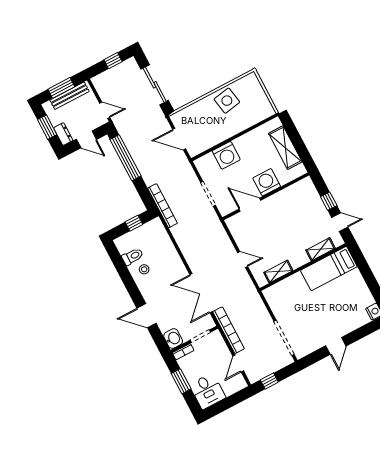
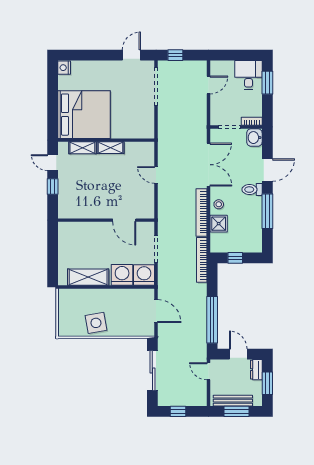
shelving: (285, 148) -> (88, 277), moved, turned 90
washing machine: (267, 182) -> (144, 275), moved, turned 180
shower: (165, 246) -> (219, 224), added
toilet: (133, 256) -> (252, 190), moved
stool: (144, 269) -> (219, 204), moved
bed: (329, 269) -> (84, 115), width x2.04
shelving: (278, 272) -> (110, 148), moved
window: (127, 279) -> (267, 211), added
door: (147, 316) -> (267, 170), hinge flipped
bookcase: (229, 330) -> (202, 212), moved
door: (336, 346) -> (131, 55), moved
window: (181, 381) -> (267, 83), moved
window: (269, 381) -> (175, 55), moved

